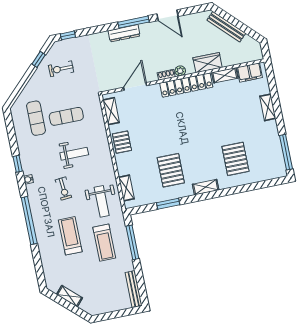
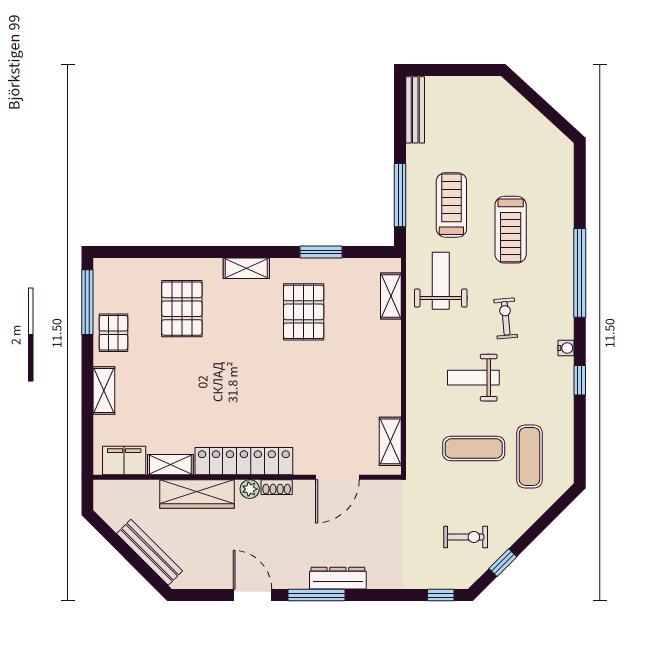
wardrobe: (208, 63) -> (197, 494), width x1.50
pallet: (122, 142) -> (113, 333), moved
shelving: (70, 296) -> (534, 120), removed

